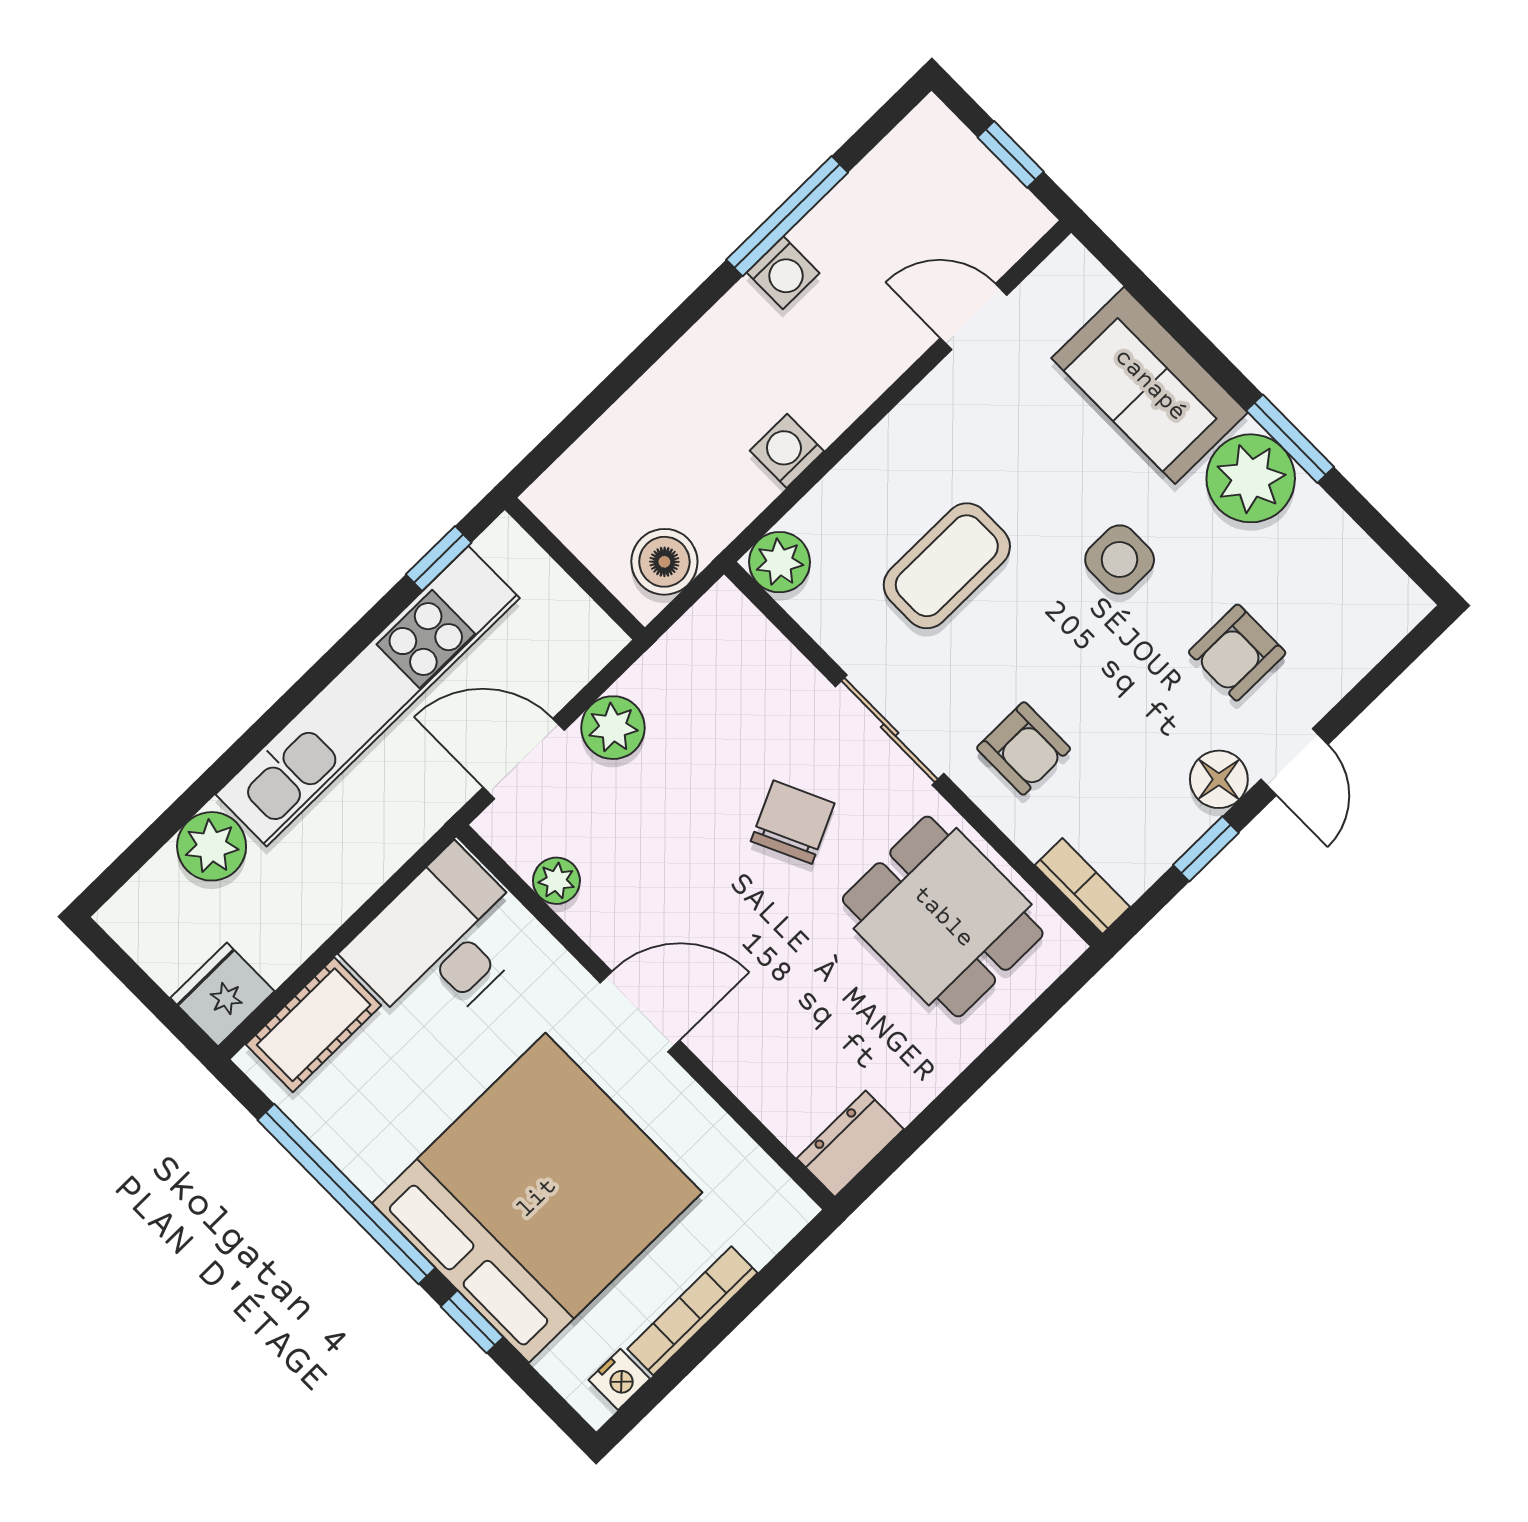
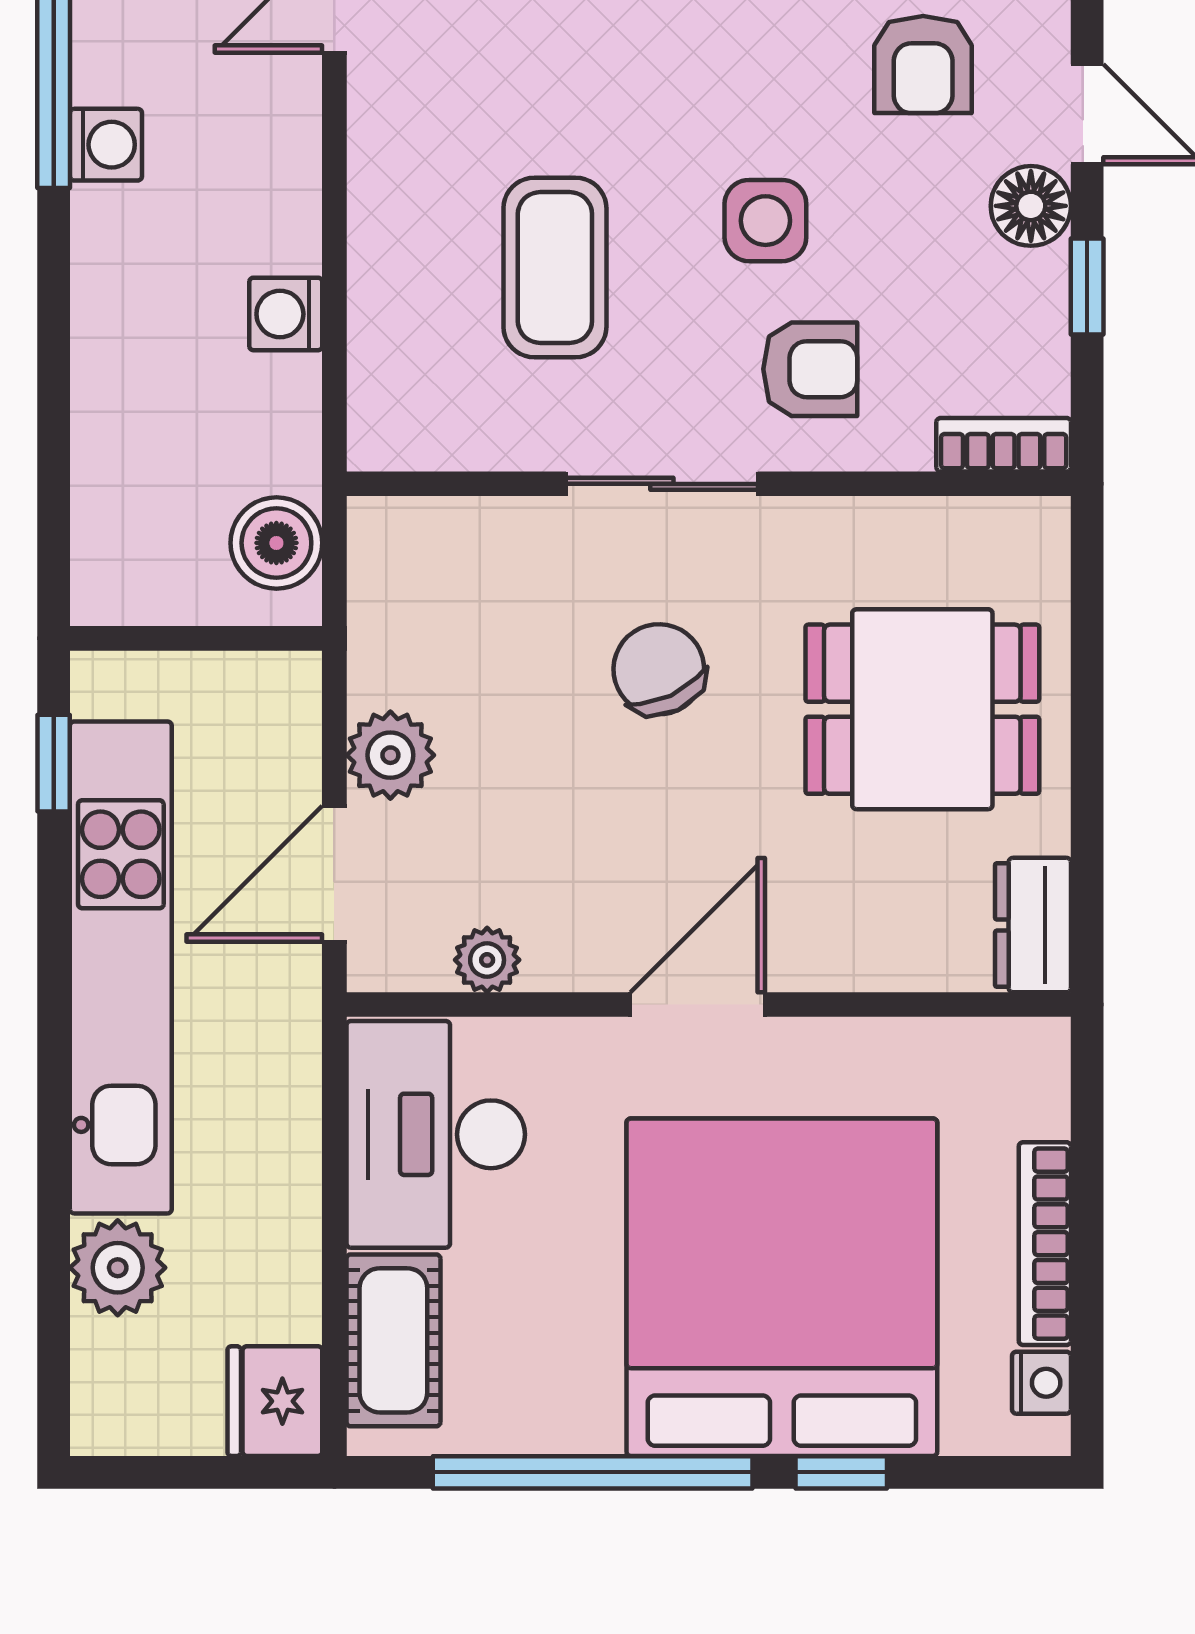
side table: (1120, 560) -> (765, 221), moved
plant: (780, 562) -> (389, 429), removed
dining table: (943, 917) -> (922, 709), moved

